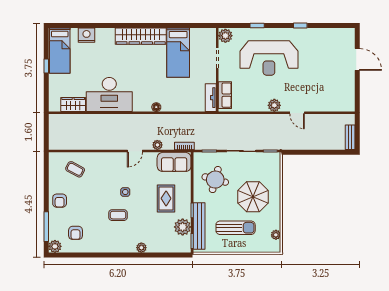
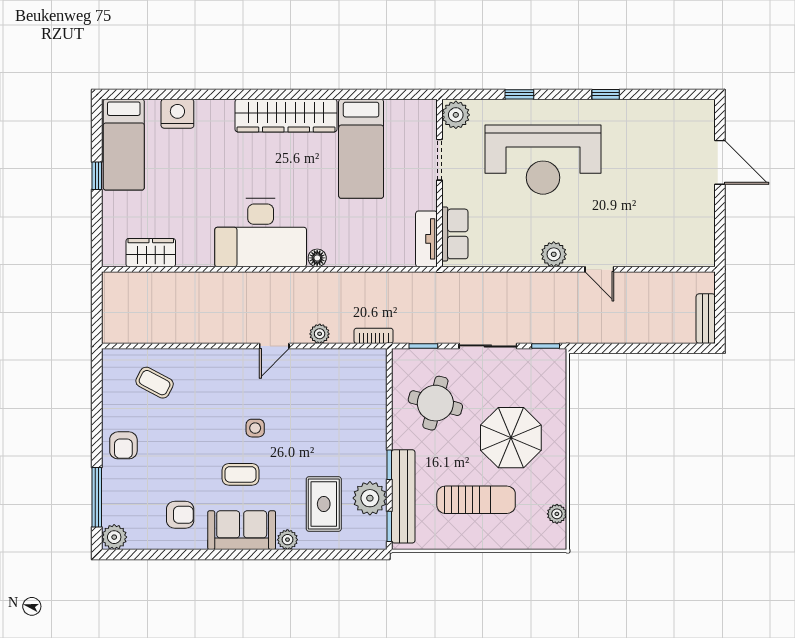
desk: (109, 94) -> (261, 233), moved
sofa: (174, 162) -> (242, 530), moved, turned 180
rug: (166, 198) -> (324, 504), moved
armchair: (76, 233) -> (180, 515), moved, turned -90

